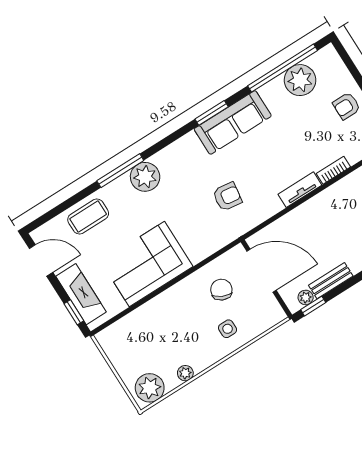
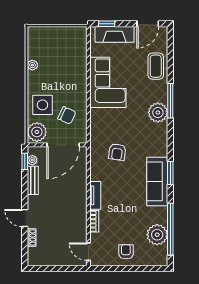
side table: (228, 329) -> (42, 105), width x1.87, depth x1.87
plant: (150, 388) -> (37, 132), moved

